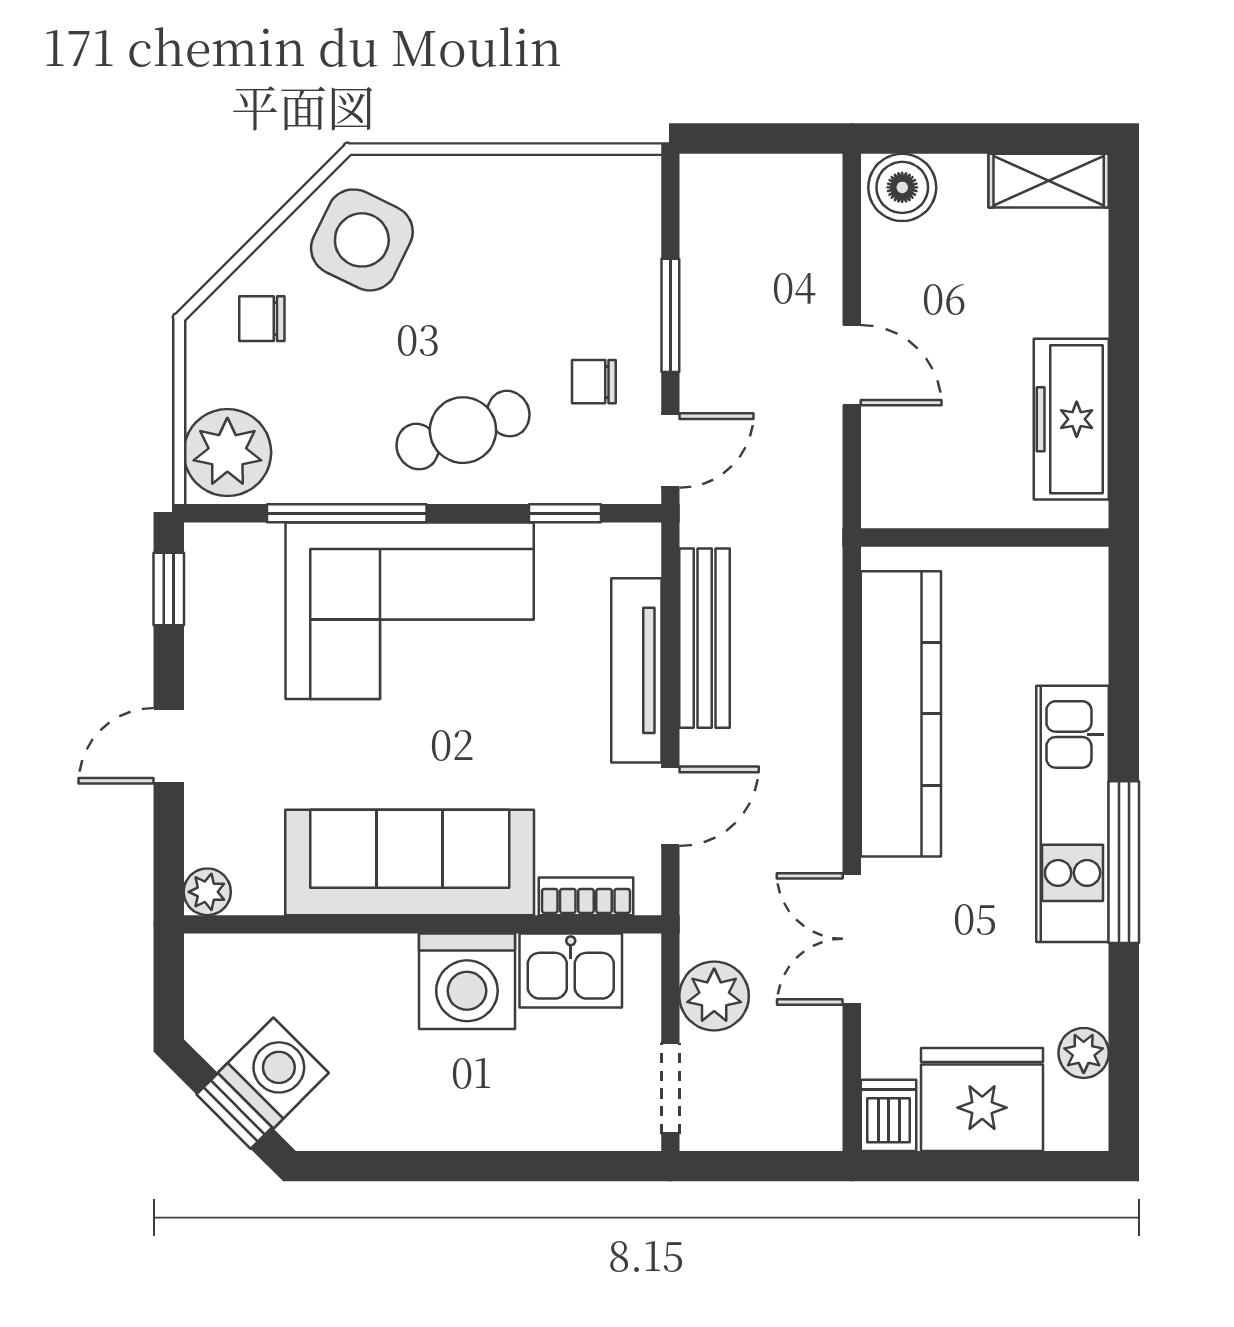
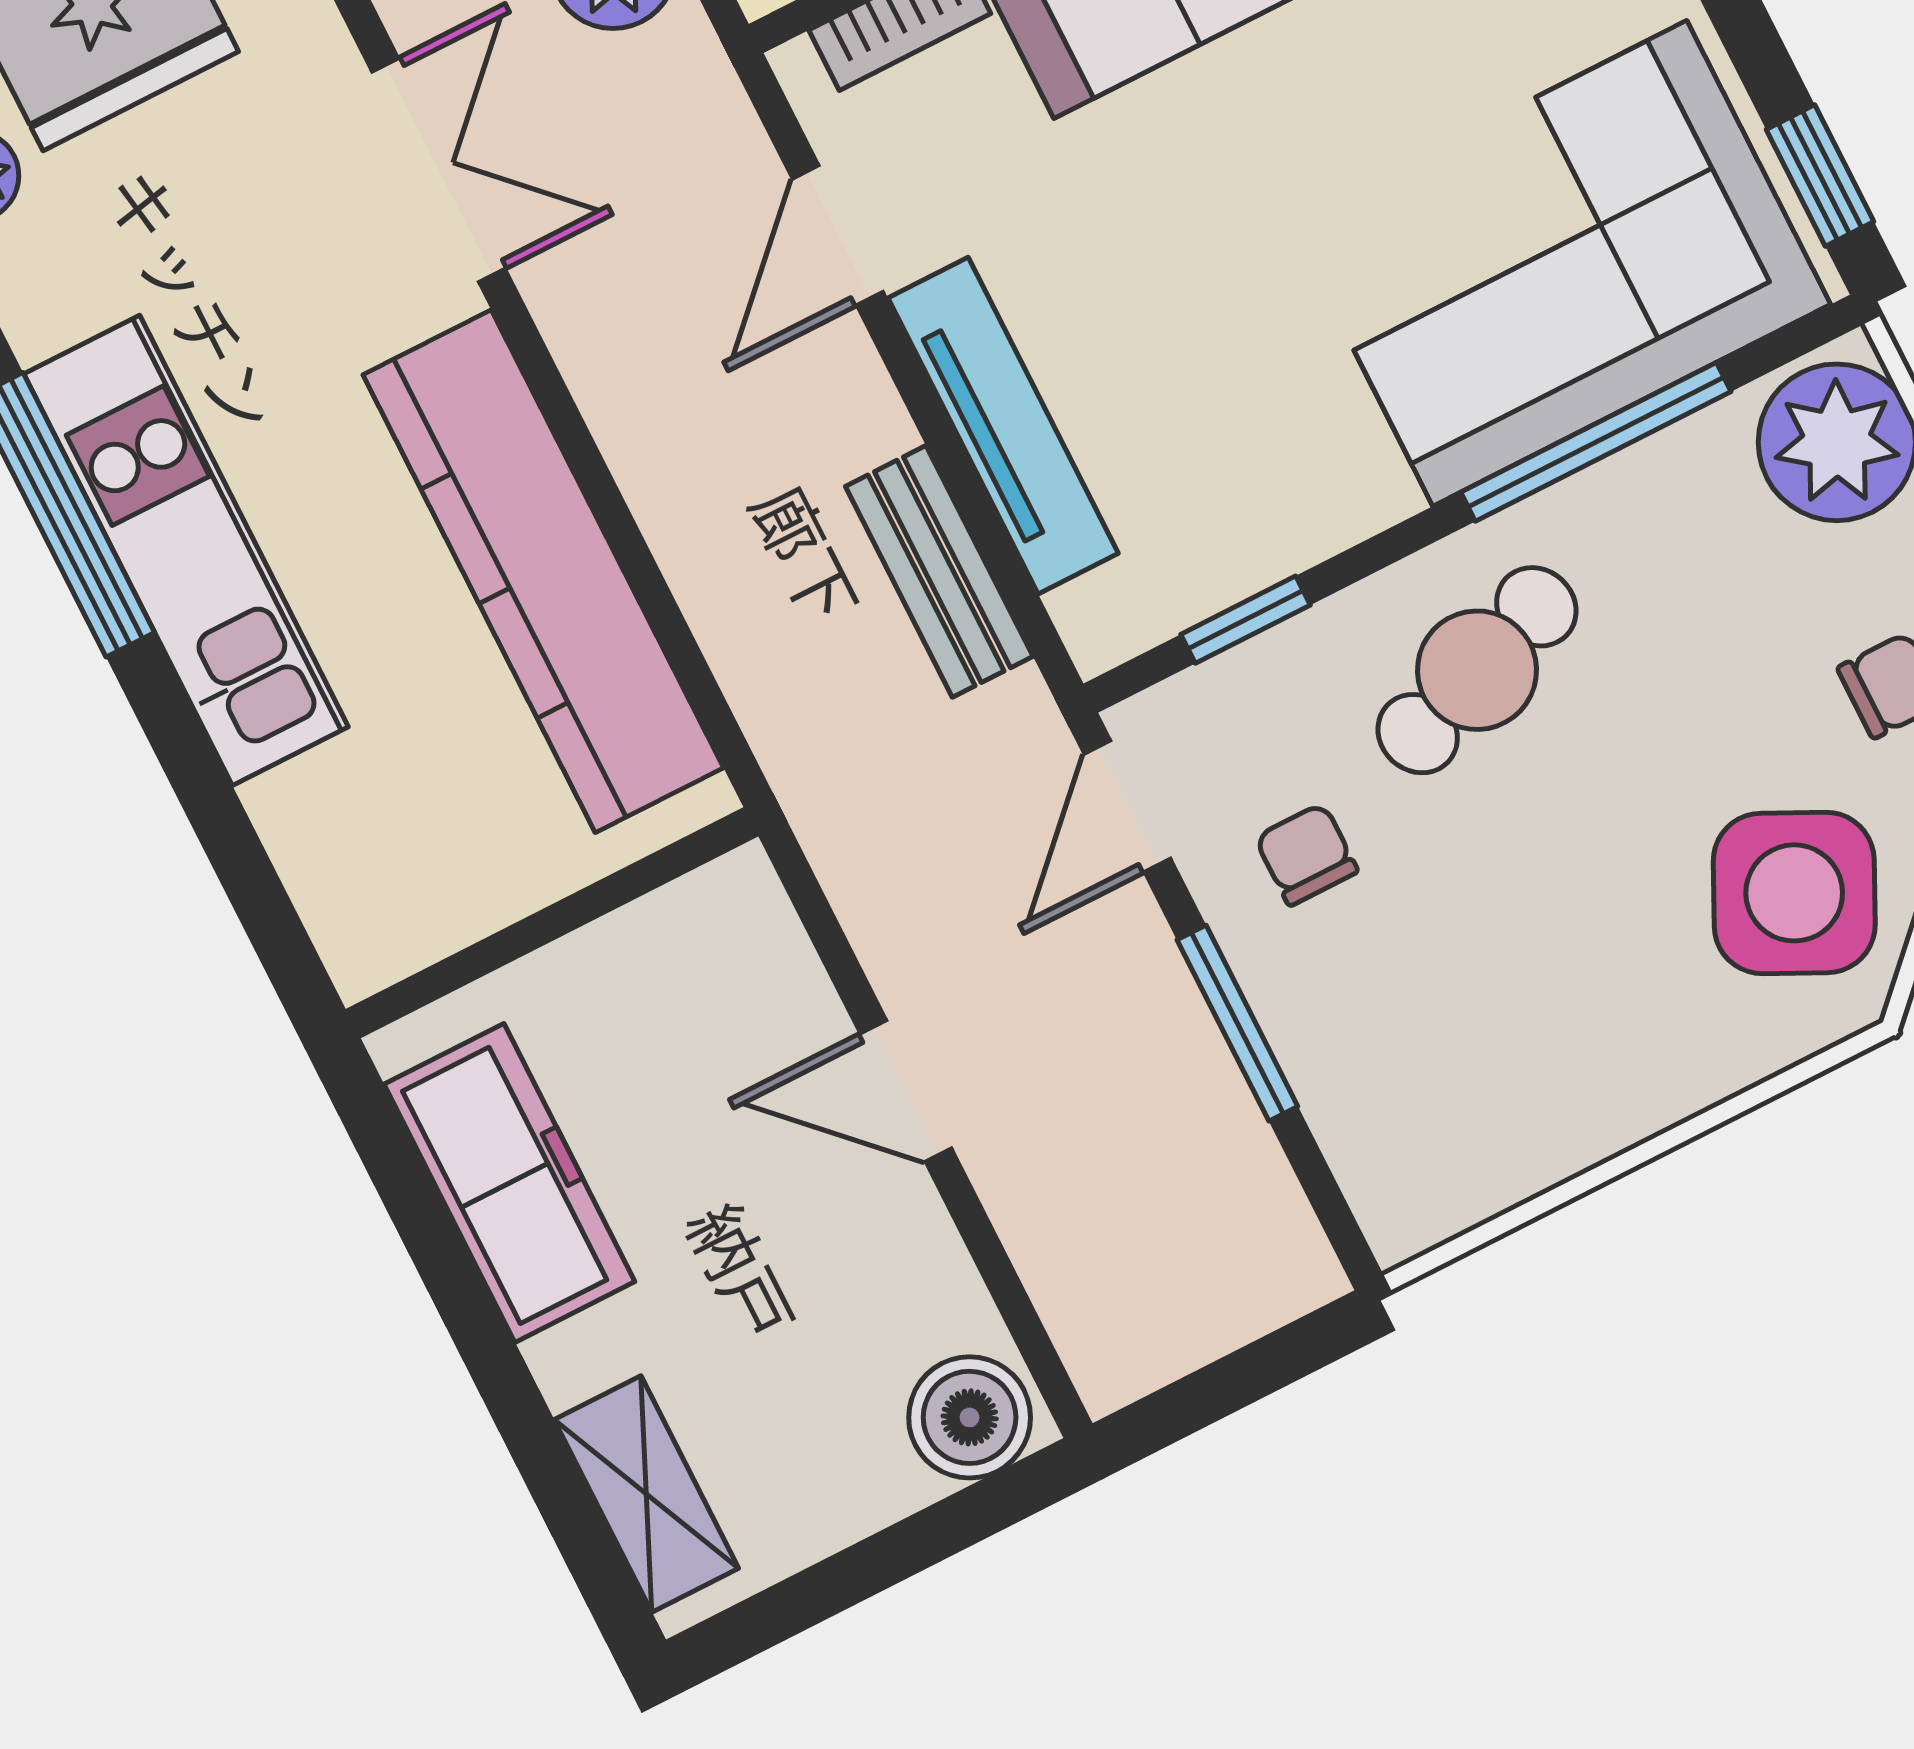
shelving: (1049, 181) -> (646, 1494), moved, turned 90
chair: (594, 382) -> (1306, 854), turned -90
corner sofa: (410, 611) -> (1560, 263), moved
bench: (705, 638) -> (939, 571), width x0.73

